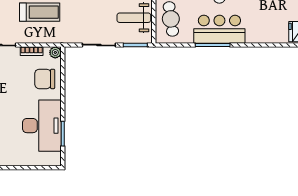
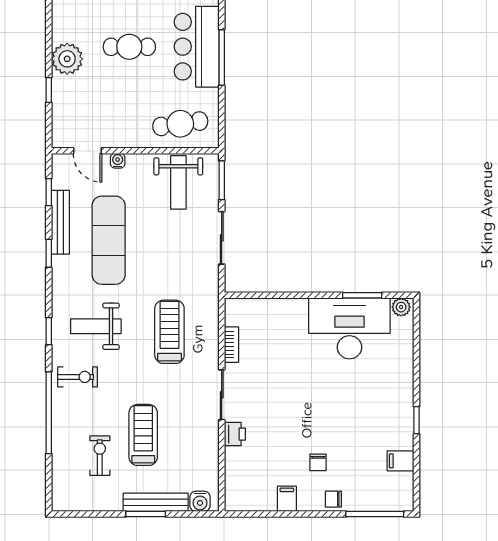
plant: (55, 52) -> (401, 307), moved
chair: (45, 79) -> (275, 324), removed

